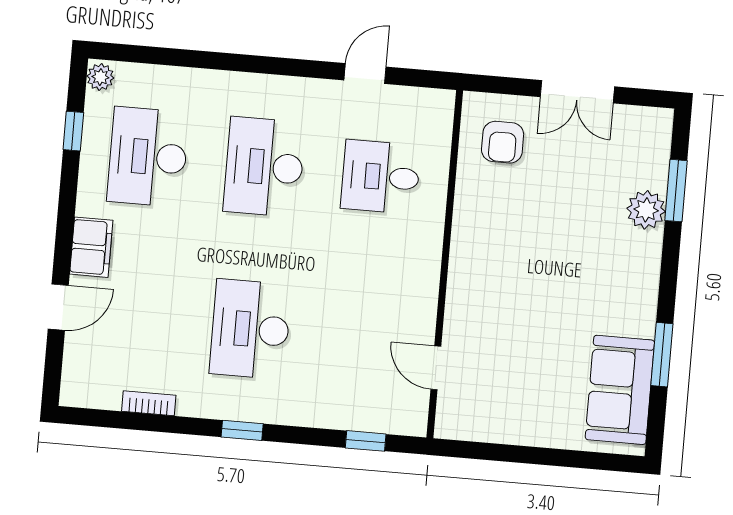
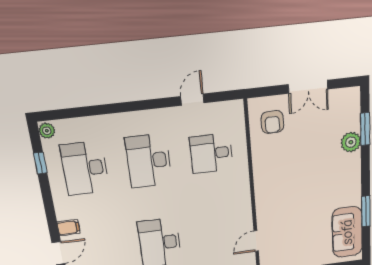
filing cabinet: (91, 247) -> (69, 228), width x0.50
door: (436, 368) -> (256, 241), hinge flipped

